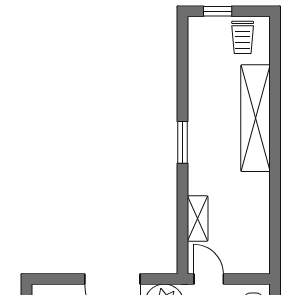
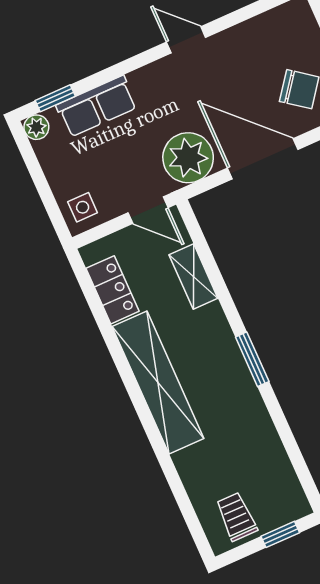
shelving: (255, 118) -> (158, 382), moved
locker: (258, 235) -> (113, 290), added

